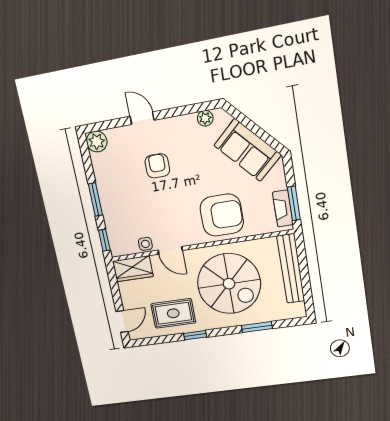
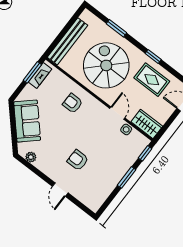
plant: (97, 141) -> (94, 203), removed
armchair: (157, 166) -> (78, 160), turned 90
armchair: (222, 215) -> (73, 103), width x0.53, depth x0.53

